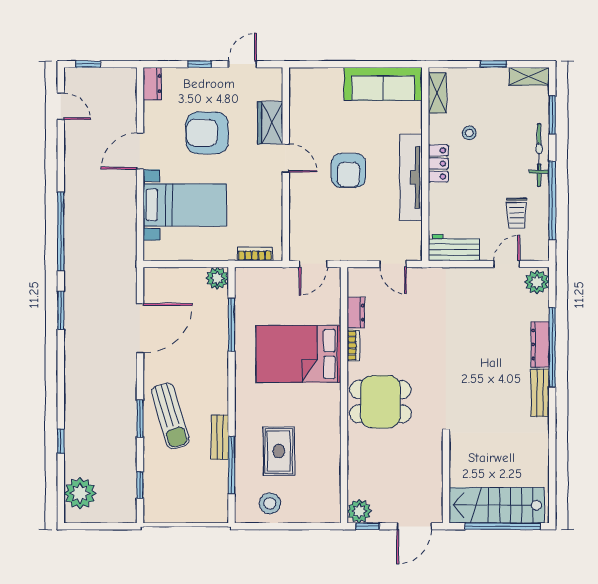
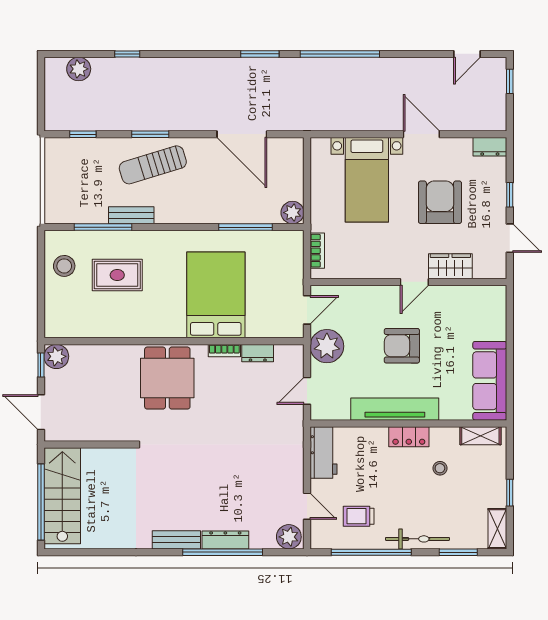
plant: (349, 244) -> (327, 346), added
door: (313, 264) -> (307, 310), swing flipped
plant: (80, 493) -> (79, 69), width x0.73, depth x0.73

